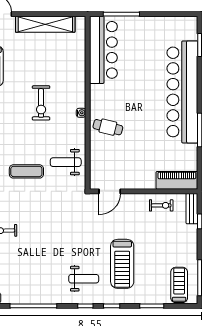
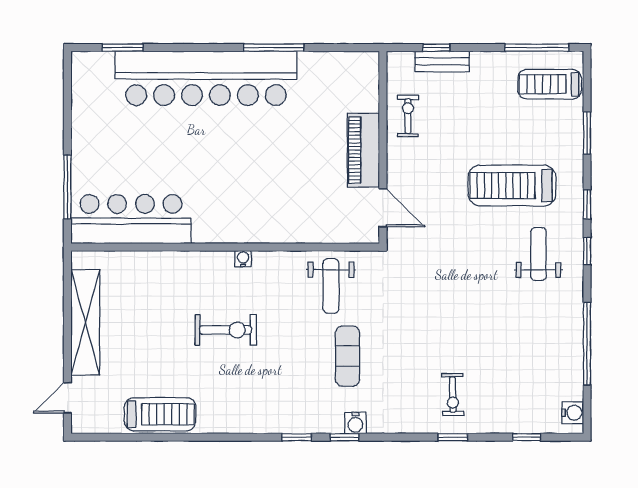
cafe table: (108, 127) -> (269, 211), removed
piano: (177, 180) -> (363, 150), moved
bench: (192, 209) -> (442, 61), moved
treadmill: (122, 264) -> (512, 186), turned 180

